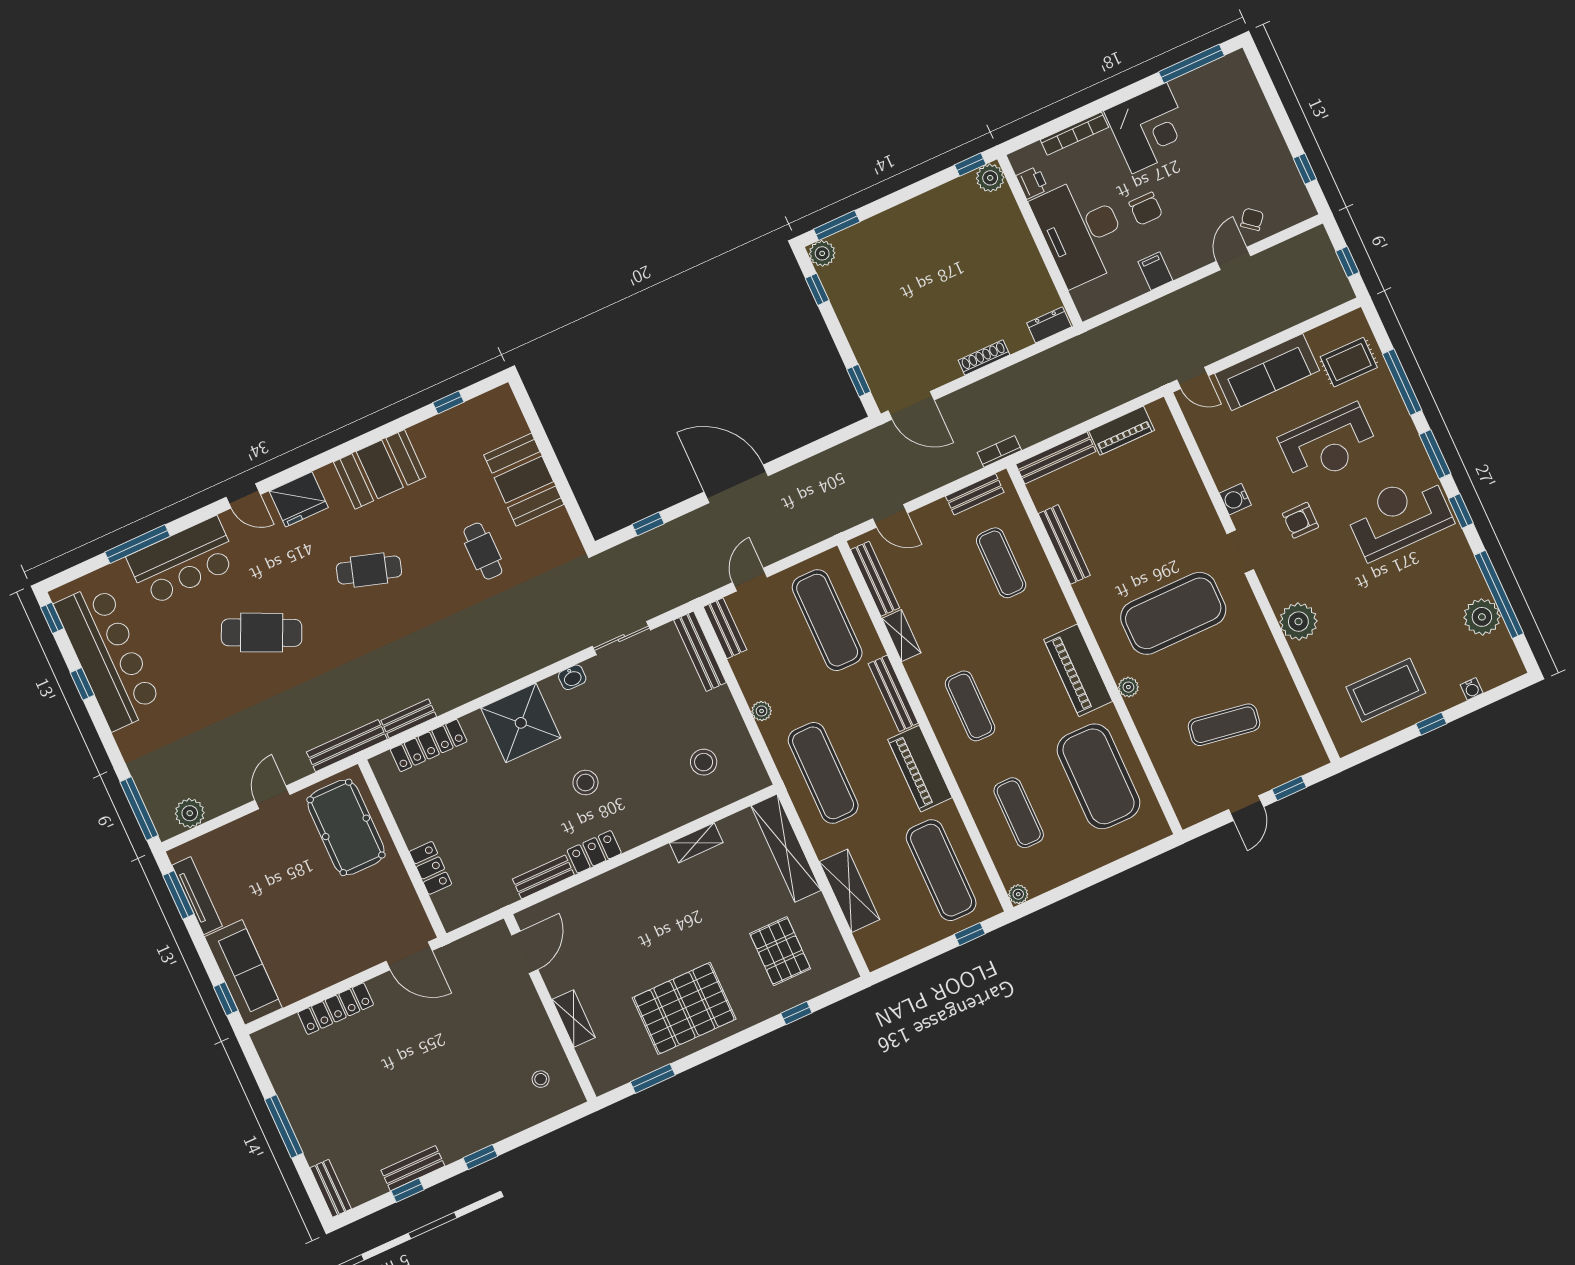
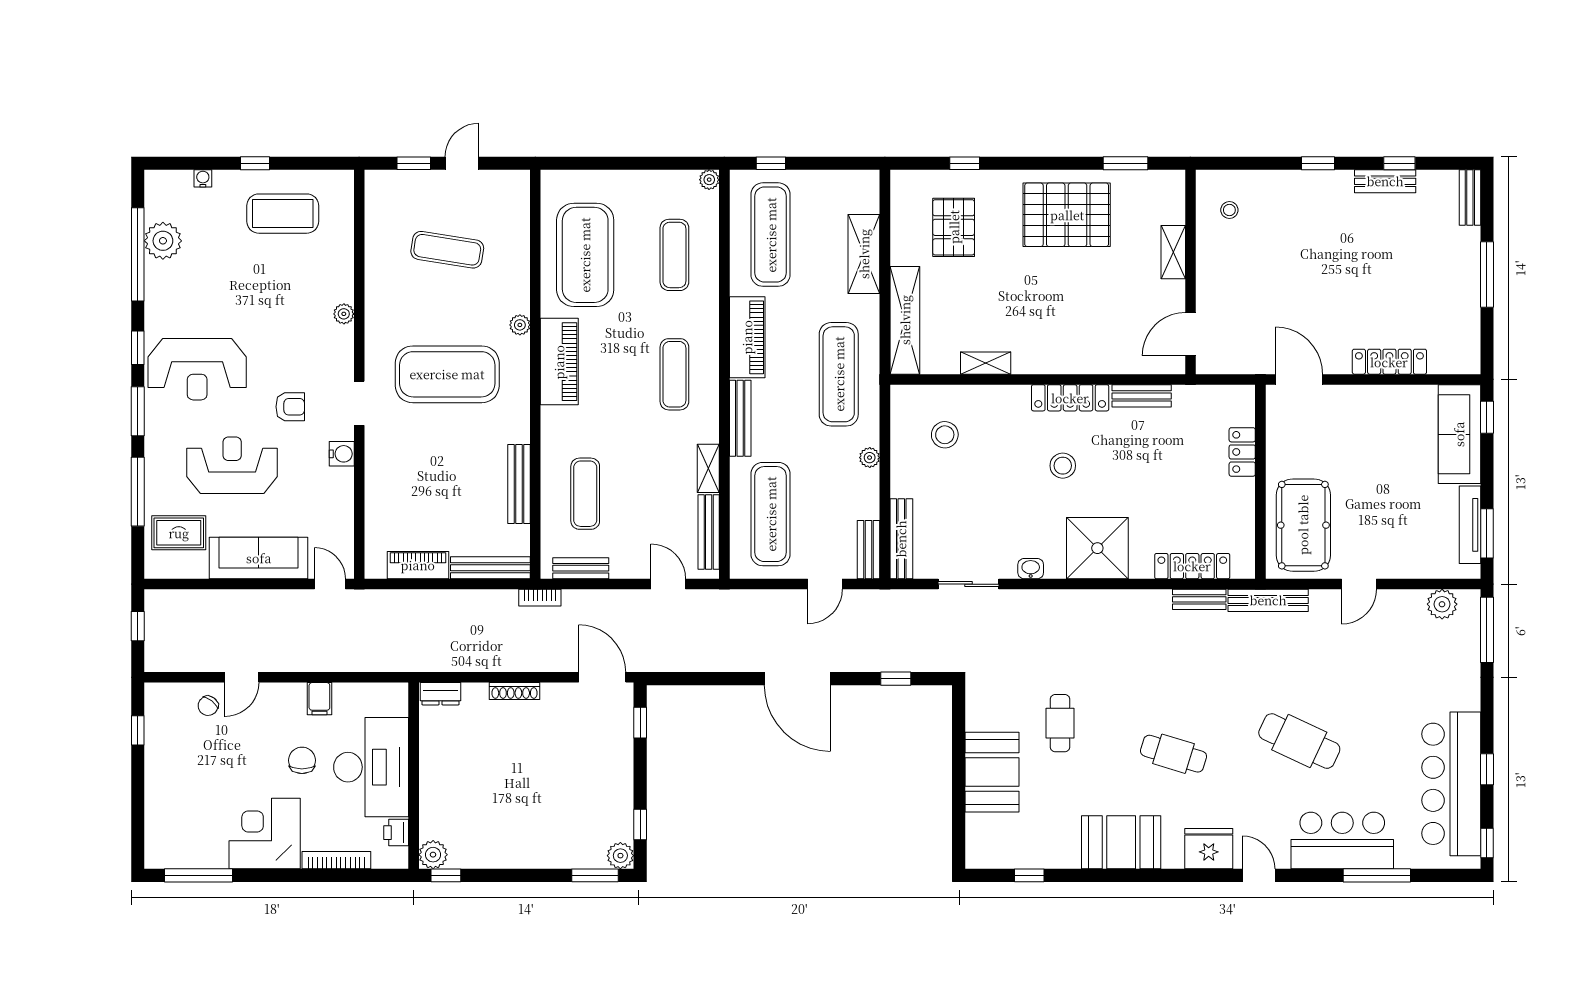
plant: (1298, 622) -> (344, 314), width x0.53, depth x0.53
locker: (594, 852) -> (1070, 398), width x1.53

